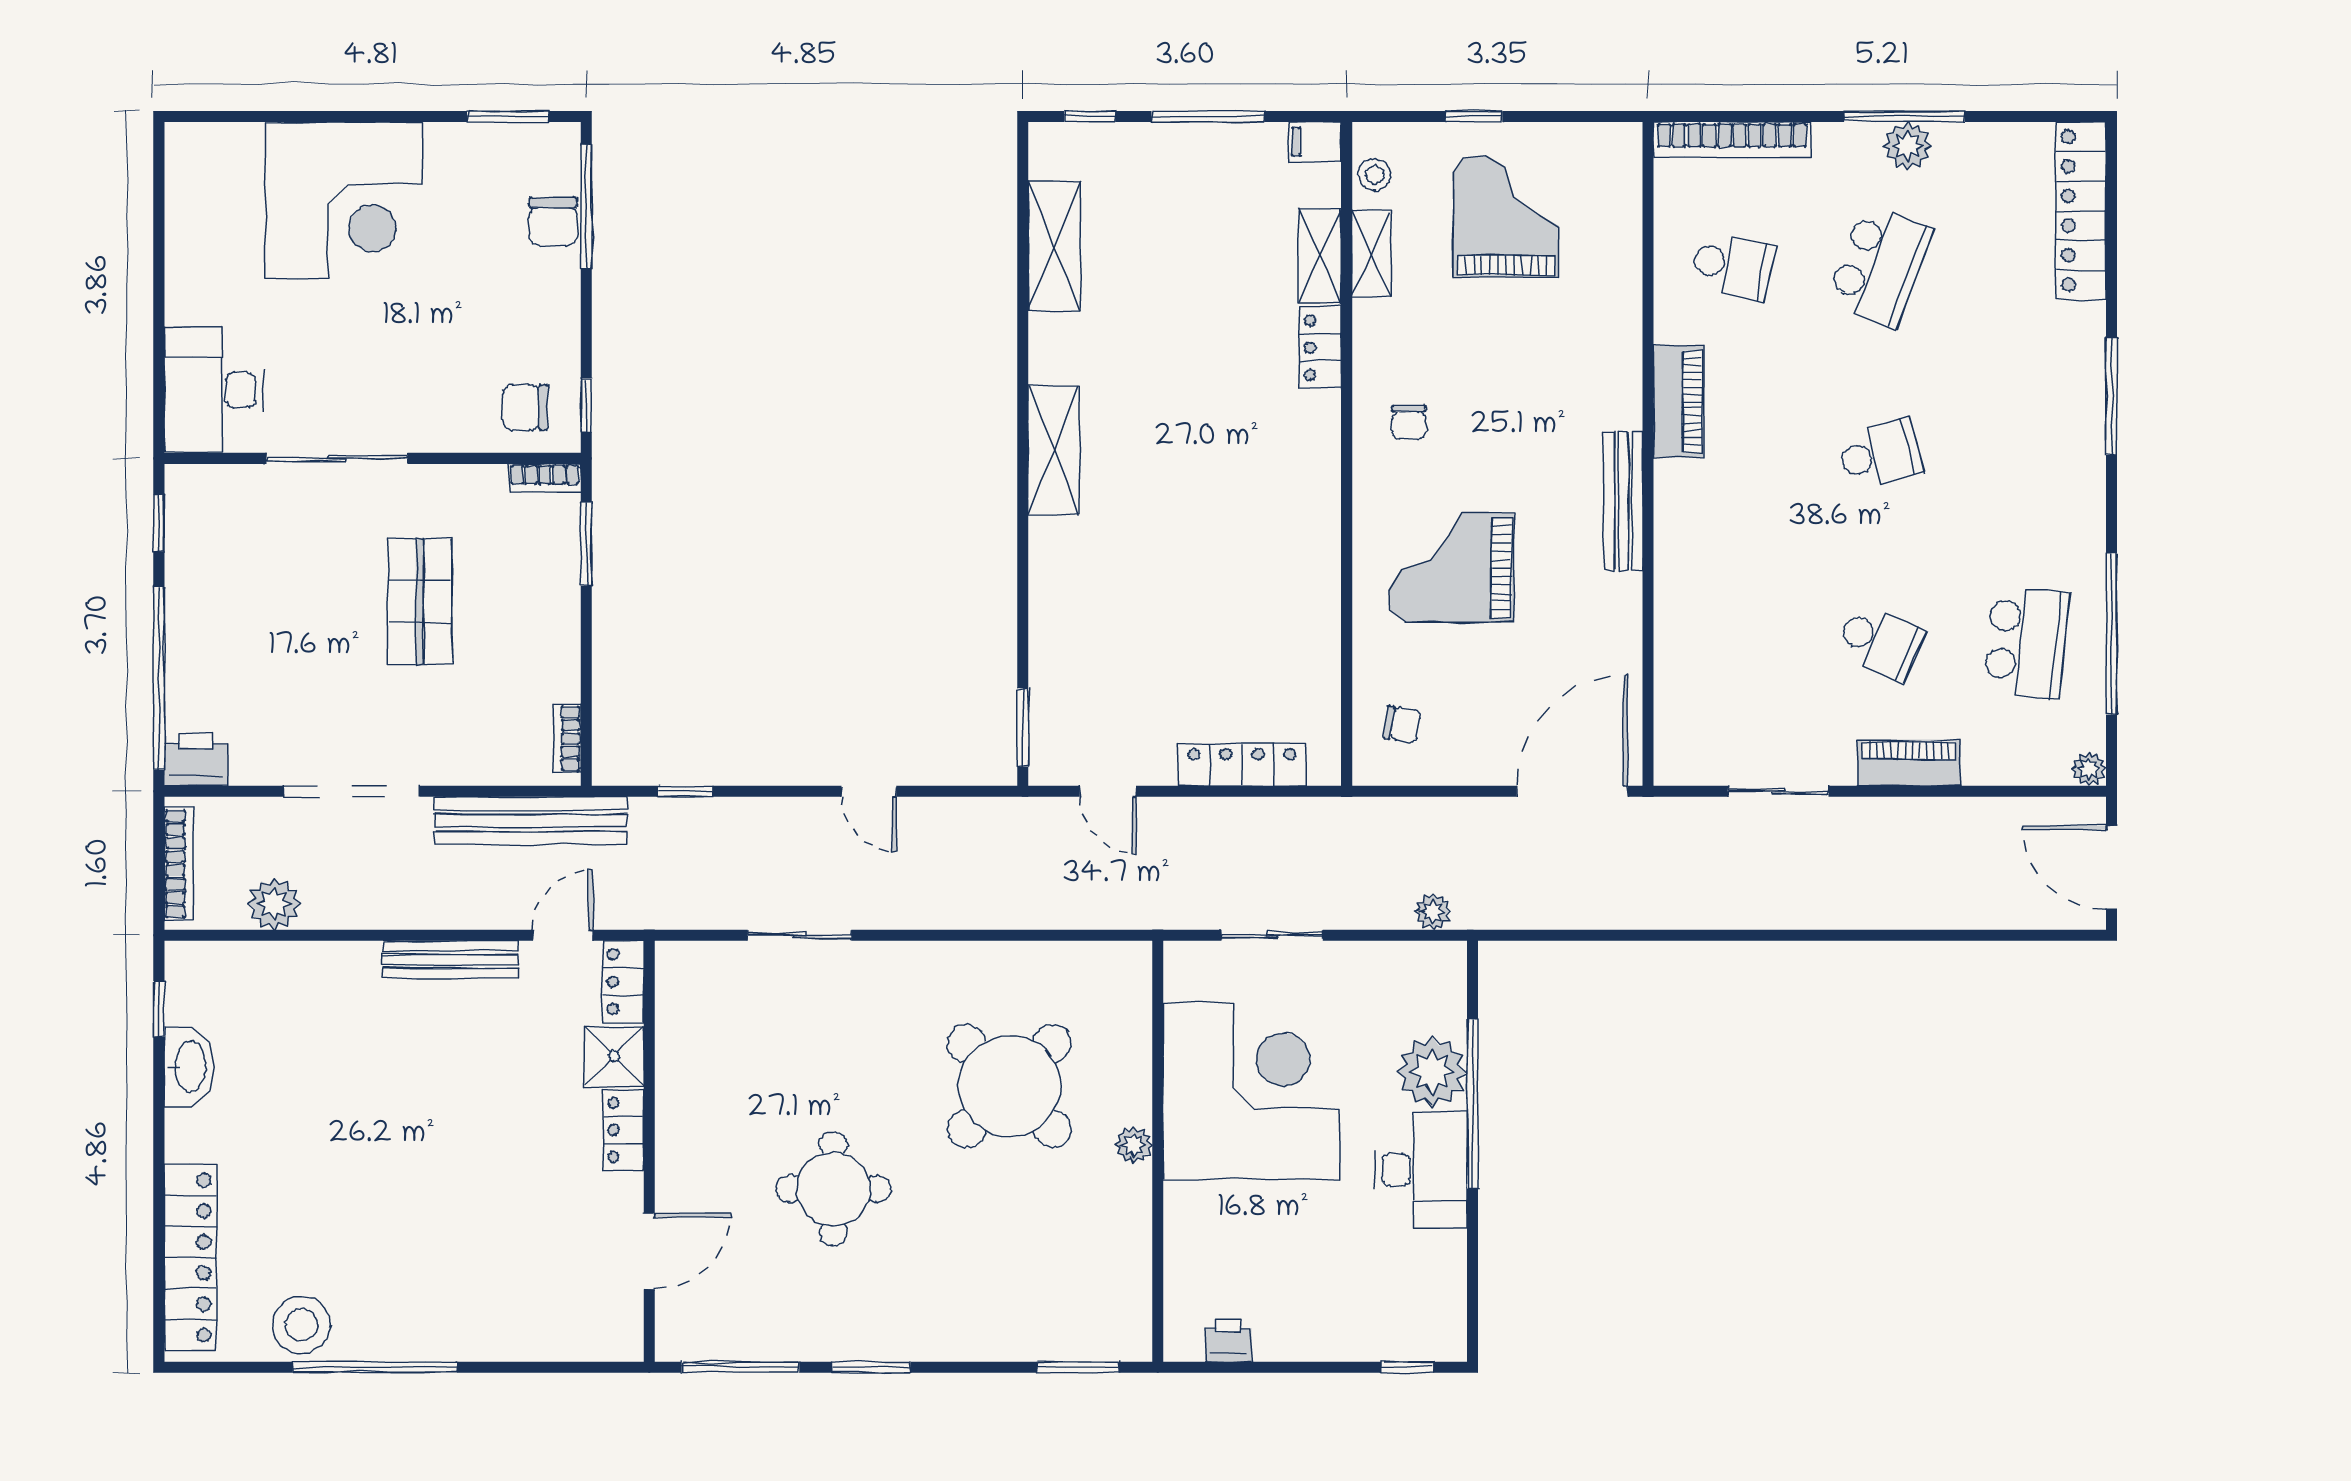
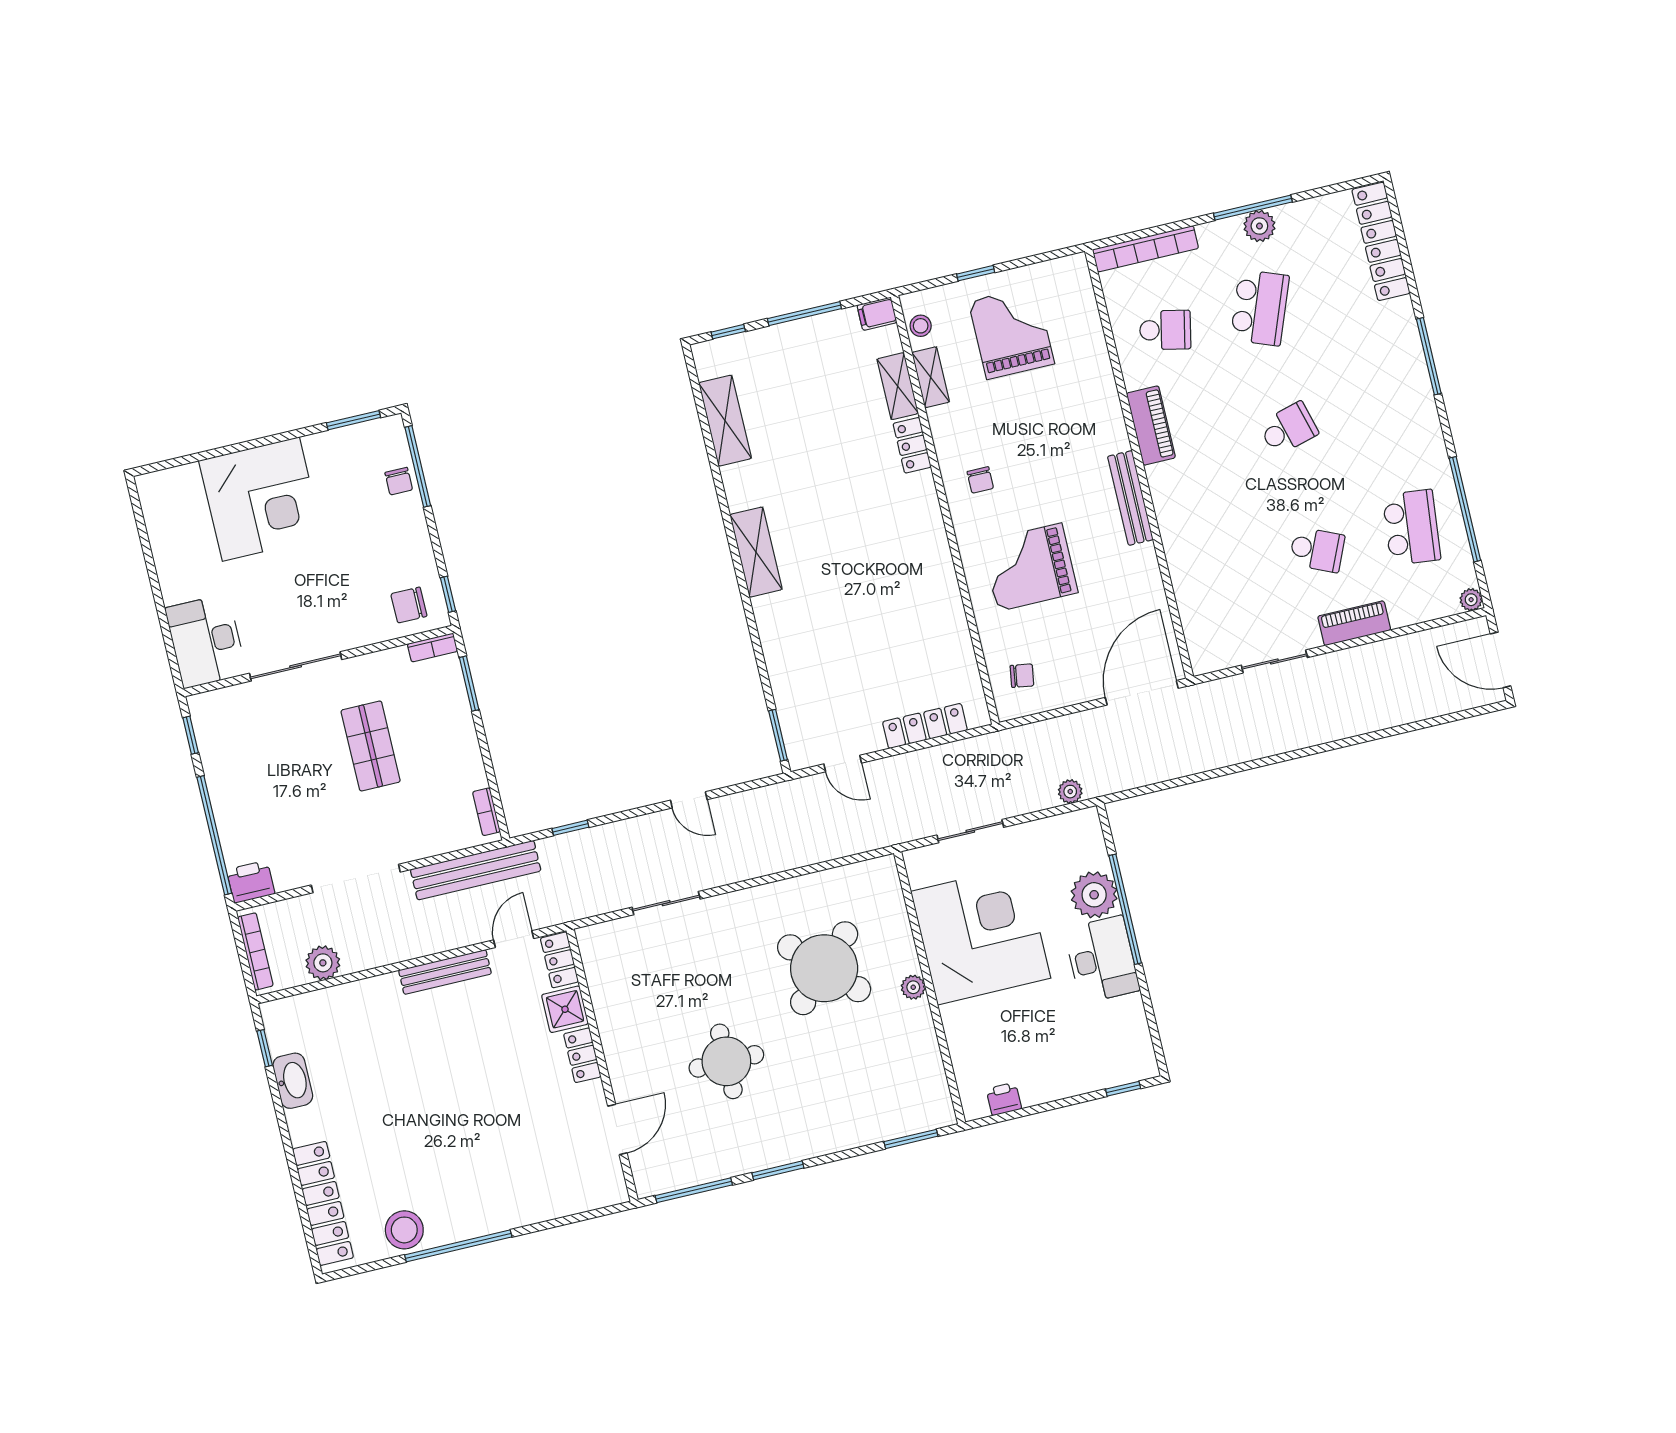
chair: (553, 222) -> (399, 481), width x0.73, depth x0.73

